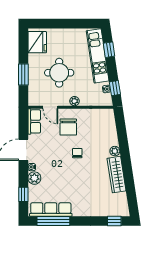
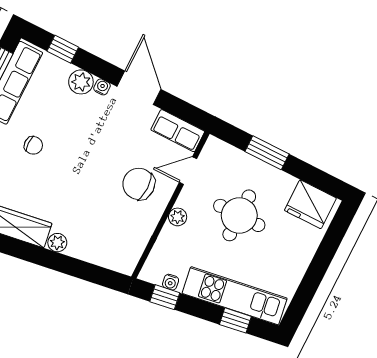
chair: (77, 153) -> (33, 145), moved

